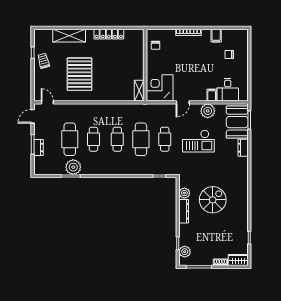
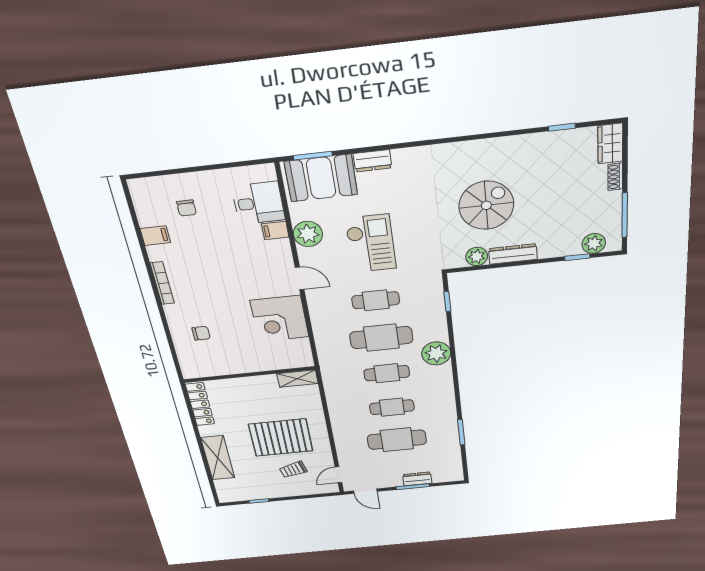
trolley: (44, 61) -> (293, 470), moved
wall: (145, 65) -> (249, 374), moved
shelving: (139, 91) -> (298, 379), moved
plant: (73, 167) -> (436, 353), moved
spiral stairs: (213, 200) -> (486, 205), turned 90

